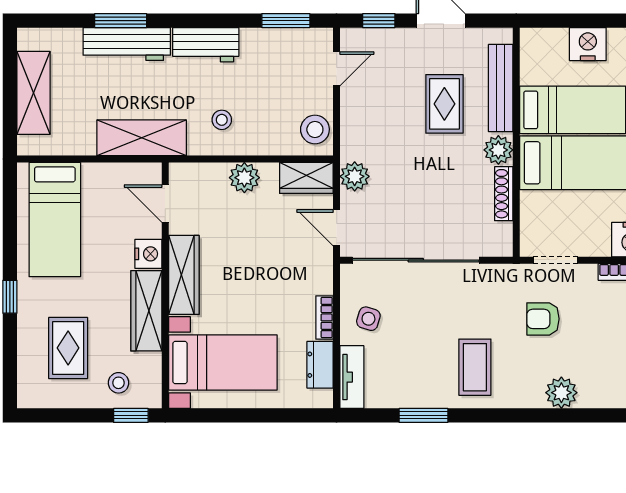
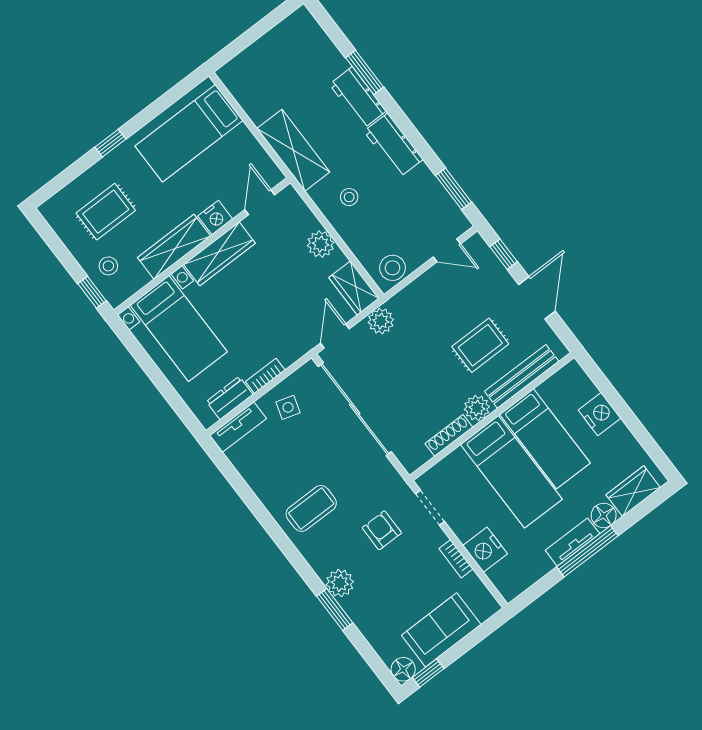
workbench: (127, 44) -> (358, 98), width x0.73
shelving: (34, 93) -> (267, 50), removed
window: (424, 415) -> (335, 610), moved

